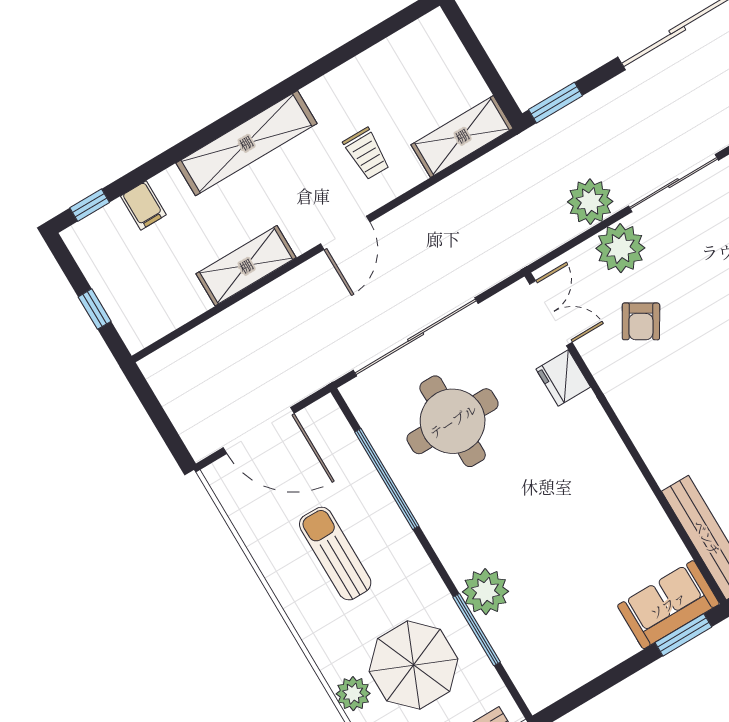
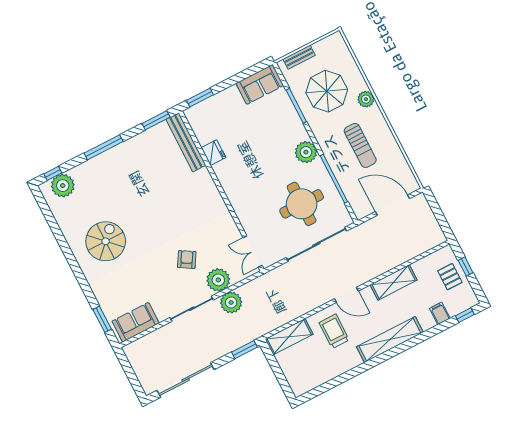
trolley: (367, 154) -> (334, 331), width x1.36, depth x1.39
door: (345, 233) -> (346, 295), swing flipped
pallet: (127, 285) -> (450, 277), added
armchair: (641, 321) -> (187, 260), moved
fridge: (563, 378) -> (213, 153), moved
plant: (485, 592) -> (306, 152), moved
sofa: (668, 605) -> (260, 84), moved
plant: (353, 694) -> (366, 99), moved

